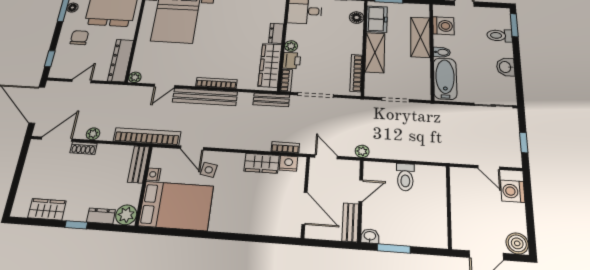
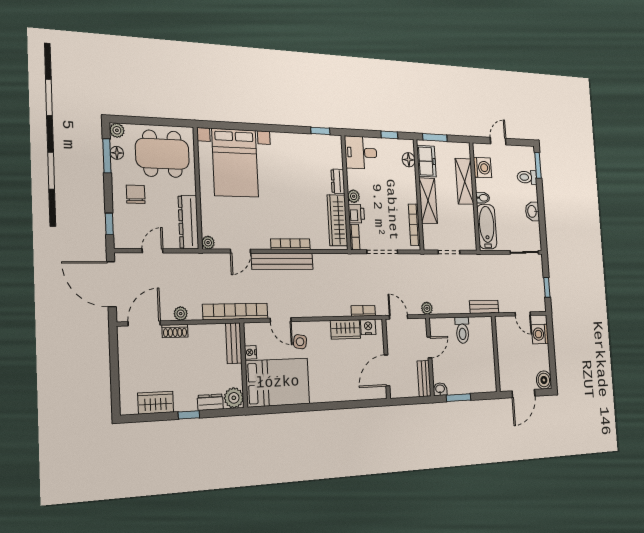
bench: (271, 100) -> (484, 307), moved
door: (305, 208) -> (387, 370), swing flipped

